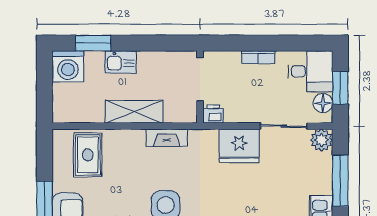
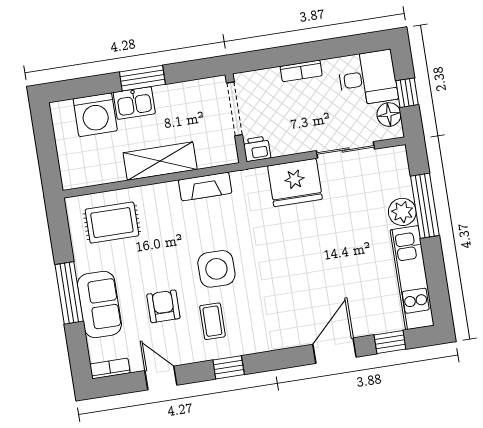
window: (93, 43) -> (142, 78), moved
washing machine: (68, 66) -> (95, 115), moved
window: (340, 88) -> (407, 93), width x0.67
plant: (321, 140) -> (402, 212), moved
rug: (88, 155) -> (112, 223), turned 90

